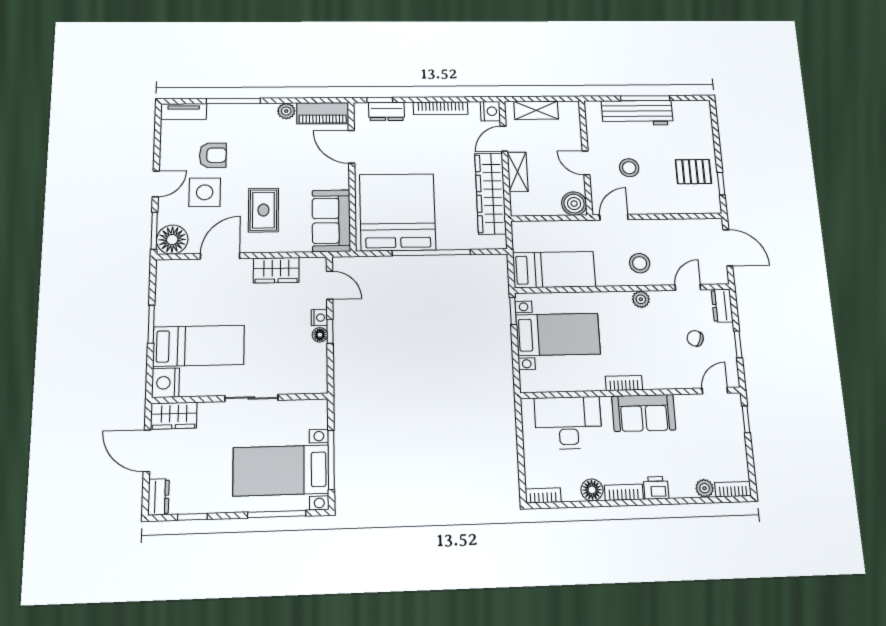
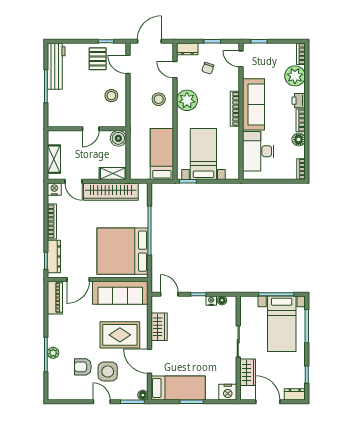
plant: (286, 111) -> (53, 353), moved
dresser: (387, 111) -> (54, 257), width x1.44
tv unit: (184, 112) -> (53, 386), removed
workbench: (637, 113) -> (56, 66), moved
armchair: (213, 155) -> (83, 367), turned -90
stool: (629, 168) -> (111, 96), moved
shelving: (518, 172) -> (113, 174), moved
rug: (263, 210) -> (120, 335), width x1.36, depth x1.43
door: (614, 217) -> (128, 64), moved
sofa: (331, 221) -> (120, 293), width x1.36
floor lamp: (172, 240) -> (143, 395), width x0.53, depth x0.53
door: (330, 285) -> (169, 294), hinge flipped
plant: (641, 299) -> (187, 100), width x1.87, depth x1.87
nightstand: (319, 318) -> (211, 301), moved
floor lamp: (320, 335) -> (222, 300), moved
bed: (199, 346) -> (178, 388), moved, turned 90
bookcase: (624, 383) -> (235, 109), width x1.56
sofa: (644, 413) -> (253, 104), width x1.36
wardrobe: (174, 416) -> (248, 372), moved
door: (147, 451) -> (268, 402), swing flipped
plant: (705, 488) -> (295, 76), width x1.88, depth x1.88

